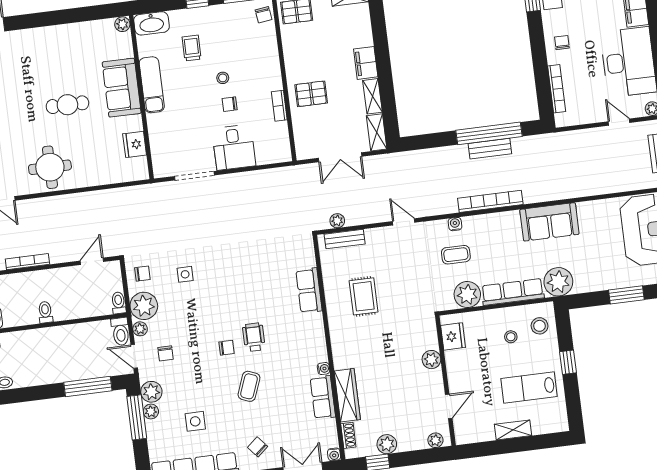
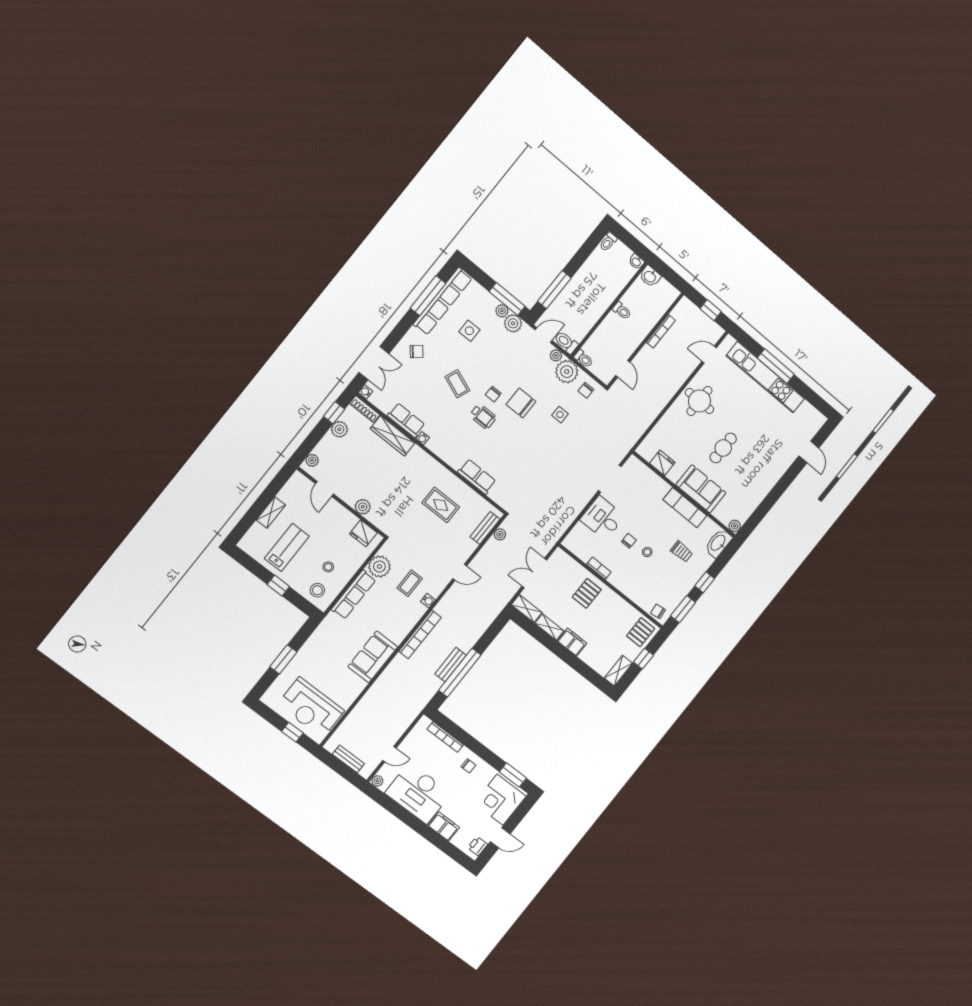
plant: (558, 282) -> (332, 627), removed
chair: (166, 353) -> (521, 403), moved, width x1.87, depth x1.87
shoe rack: (348, 435) -> (365, 409), width x1.43

